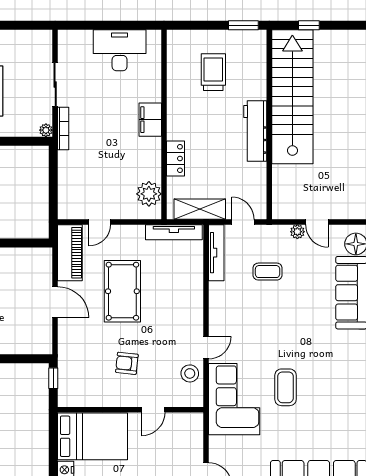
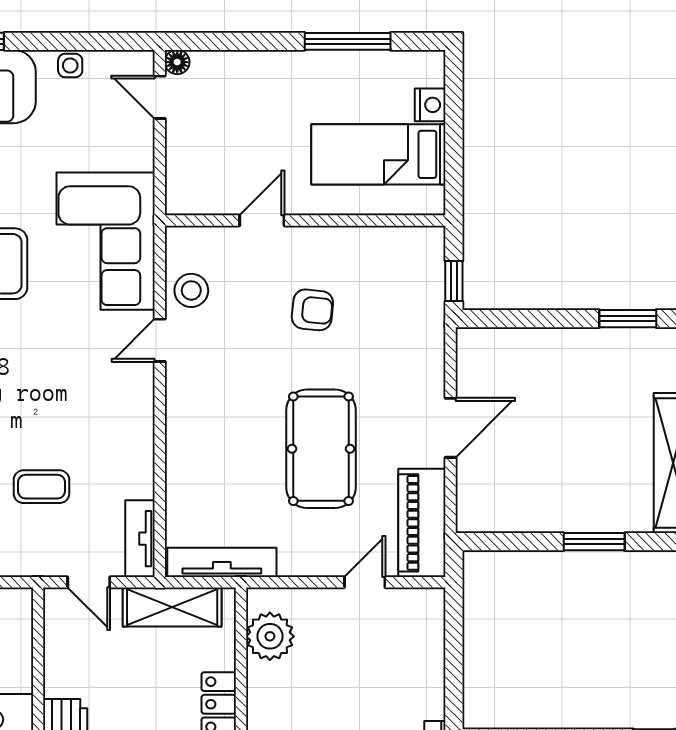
tv unit: (216, 253) -> (140, 539), width x0.71
door: (55, 302) -> (451, 428), swing flipped
bed: (93, 436) -> (378, 154), width x0.67

